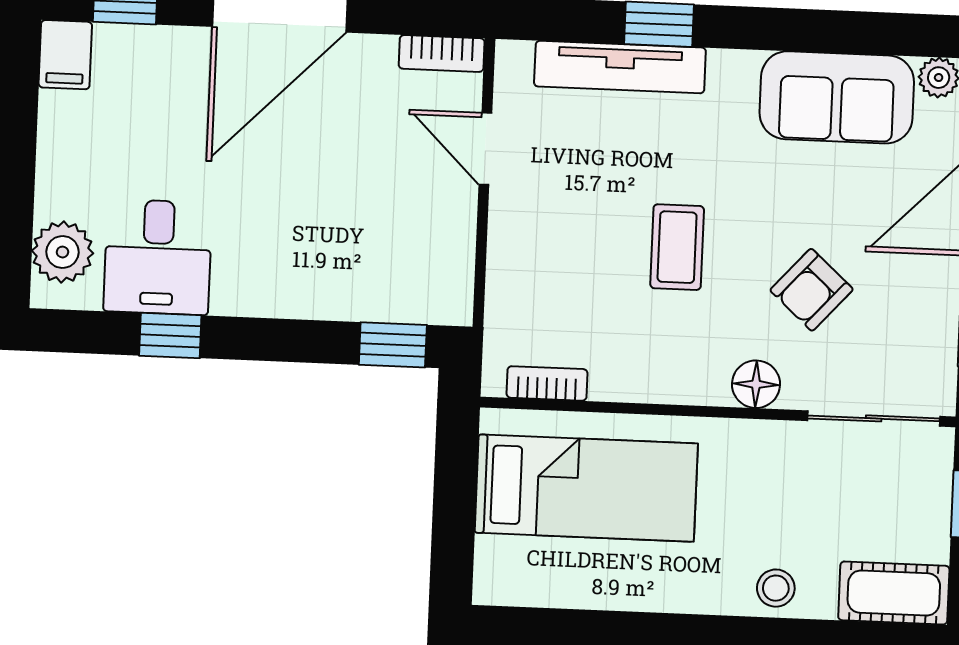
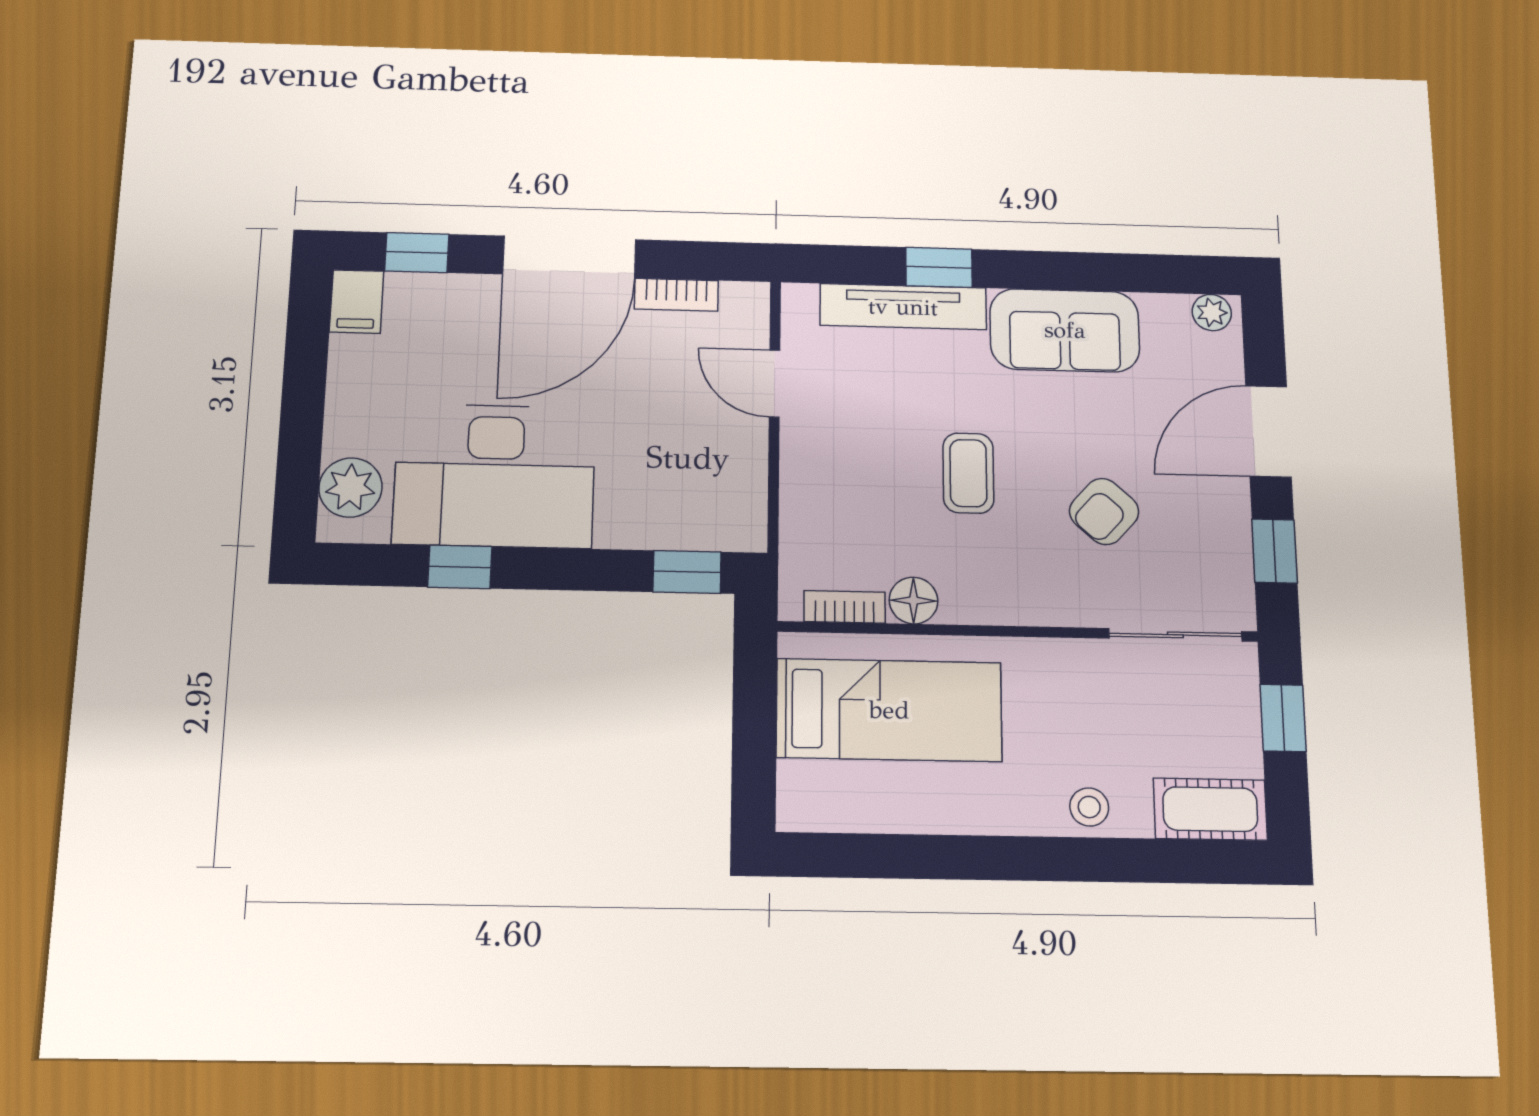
bookcase: (442, 53) -> (676, 295), moved
sofa: (837, 97) -> (1065, 330), moved
desk: (158, 257) -> (495, 476), width x1.87, depth x1.30
floor lamp: (756, 384) -> (914, 601), moved

